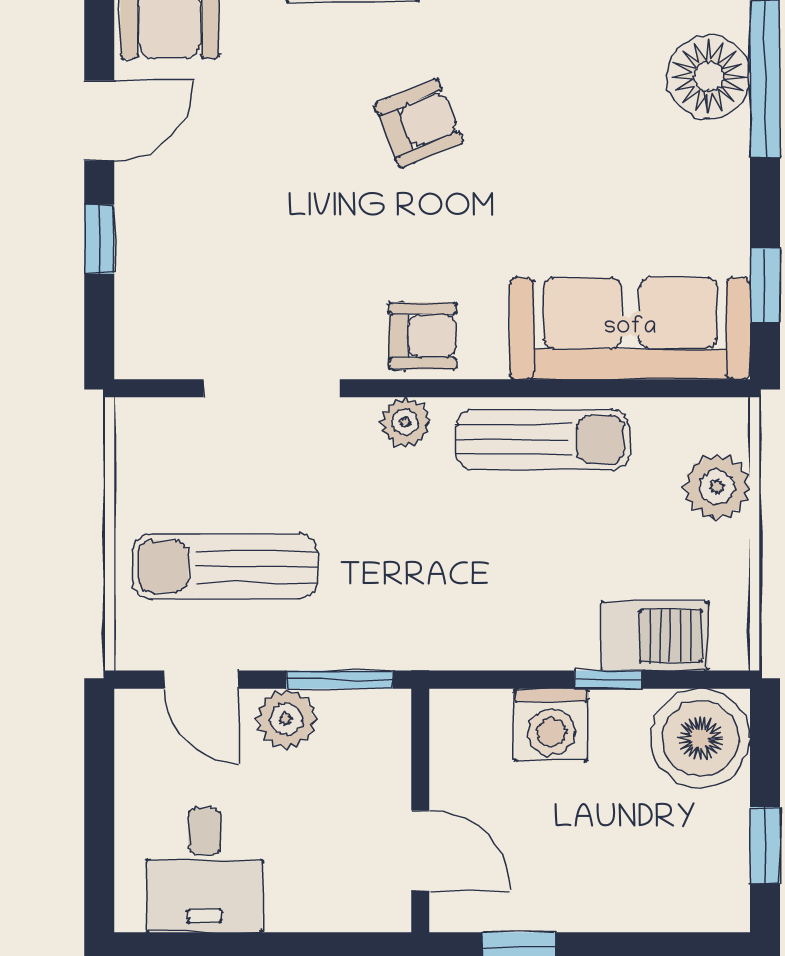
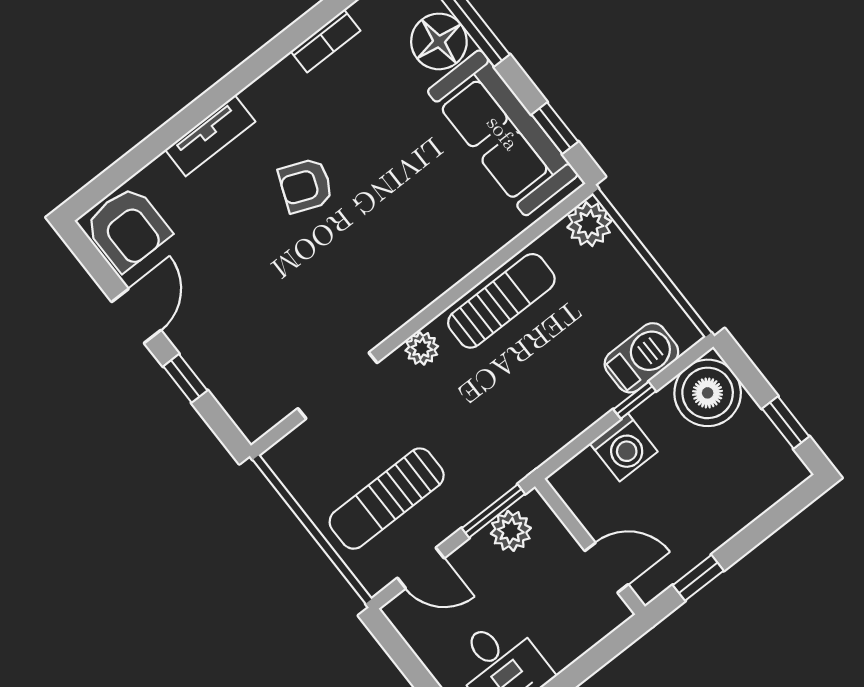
armchair: (419, 123) -> (306, 185), turned -136
sofa: (630, 328) -> (503, 133), moved, turned -90
armchair: (423, 336) -> (395, 296), removed
plant: (717, 487) -> (589, 224), moved
plant: (286, 719) -> (511, 531), moved

